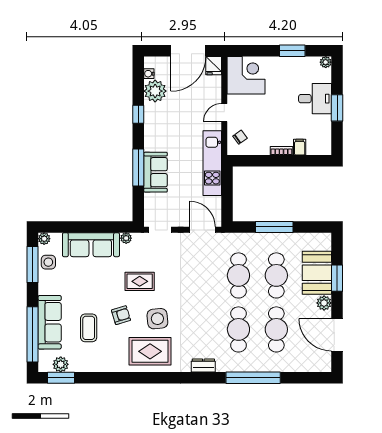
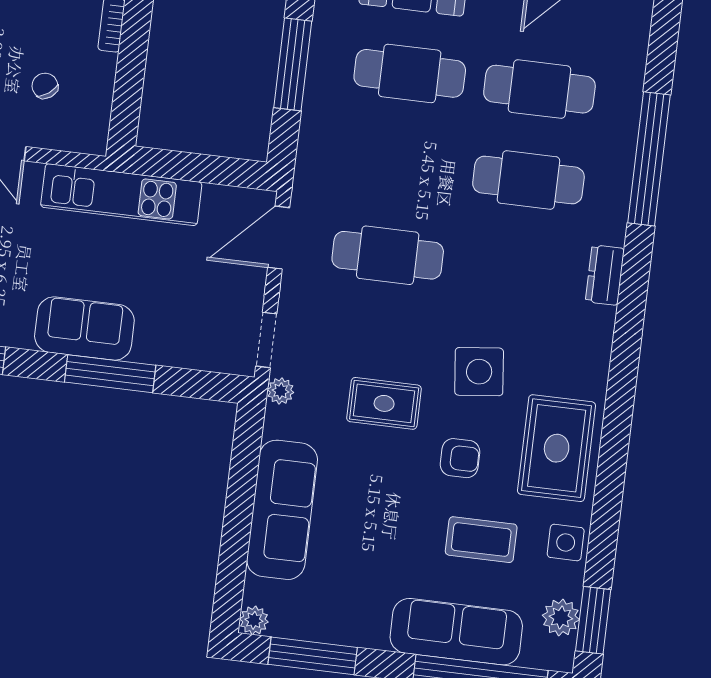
chair: (240, 137) -> (45, 86), moved
sofa: (156, 172) -> (84, 329), moved
plant: (126, 238) -> (281, 391), moved
side table: (48, 262) -> (566, 542), moved
cafe table: (238, 275) -> (388, 255), moved
rug: (140, 281) -> (384, 403), turned 90
armchair: (121, 315) -> (460, 458), turned 107
rug: (150, 351) -> (557, 448), moved

